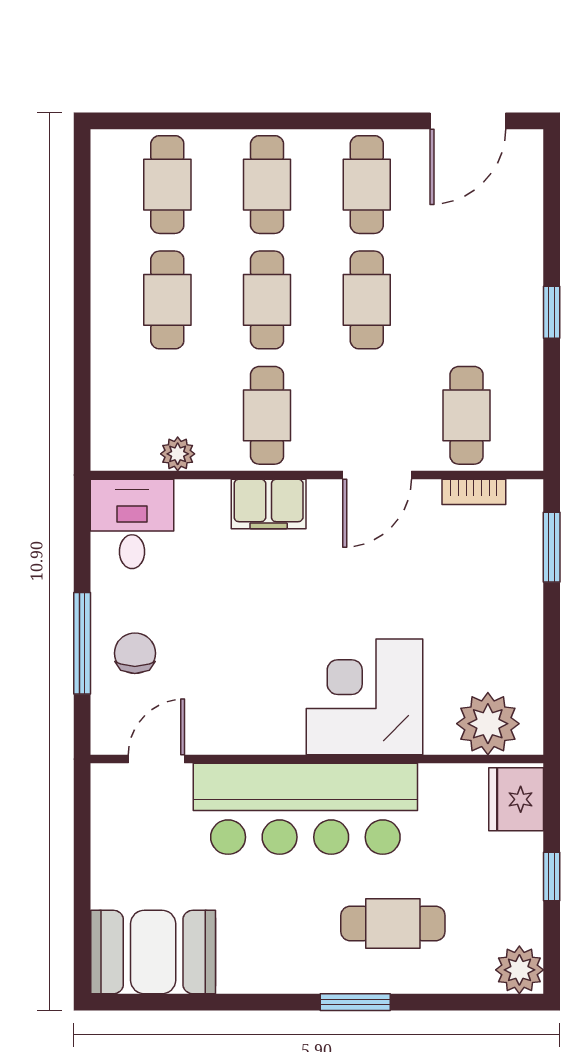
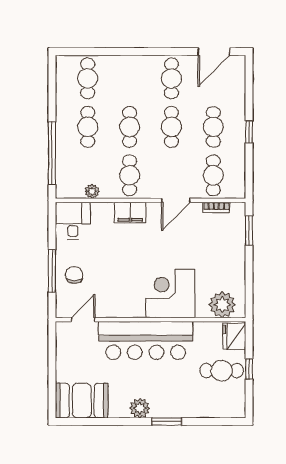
cafe table: (267, 185) -> (213, 127), moved
window: (82, 363) -> (52, 153), added
cafe table: (393, 924) -> (222, 371), moved
plant: (519, 970) -> (140, 408), moved

